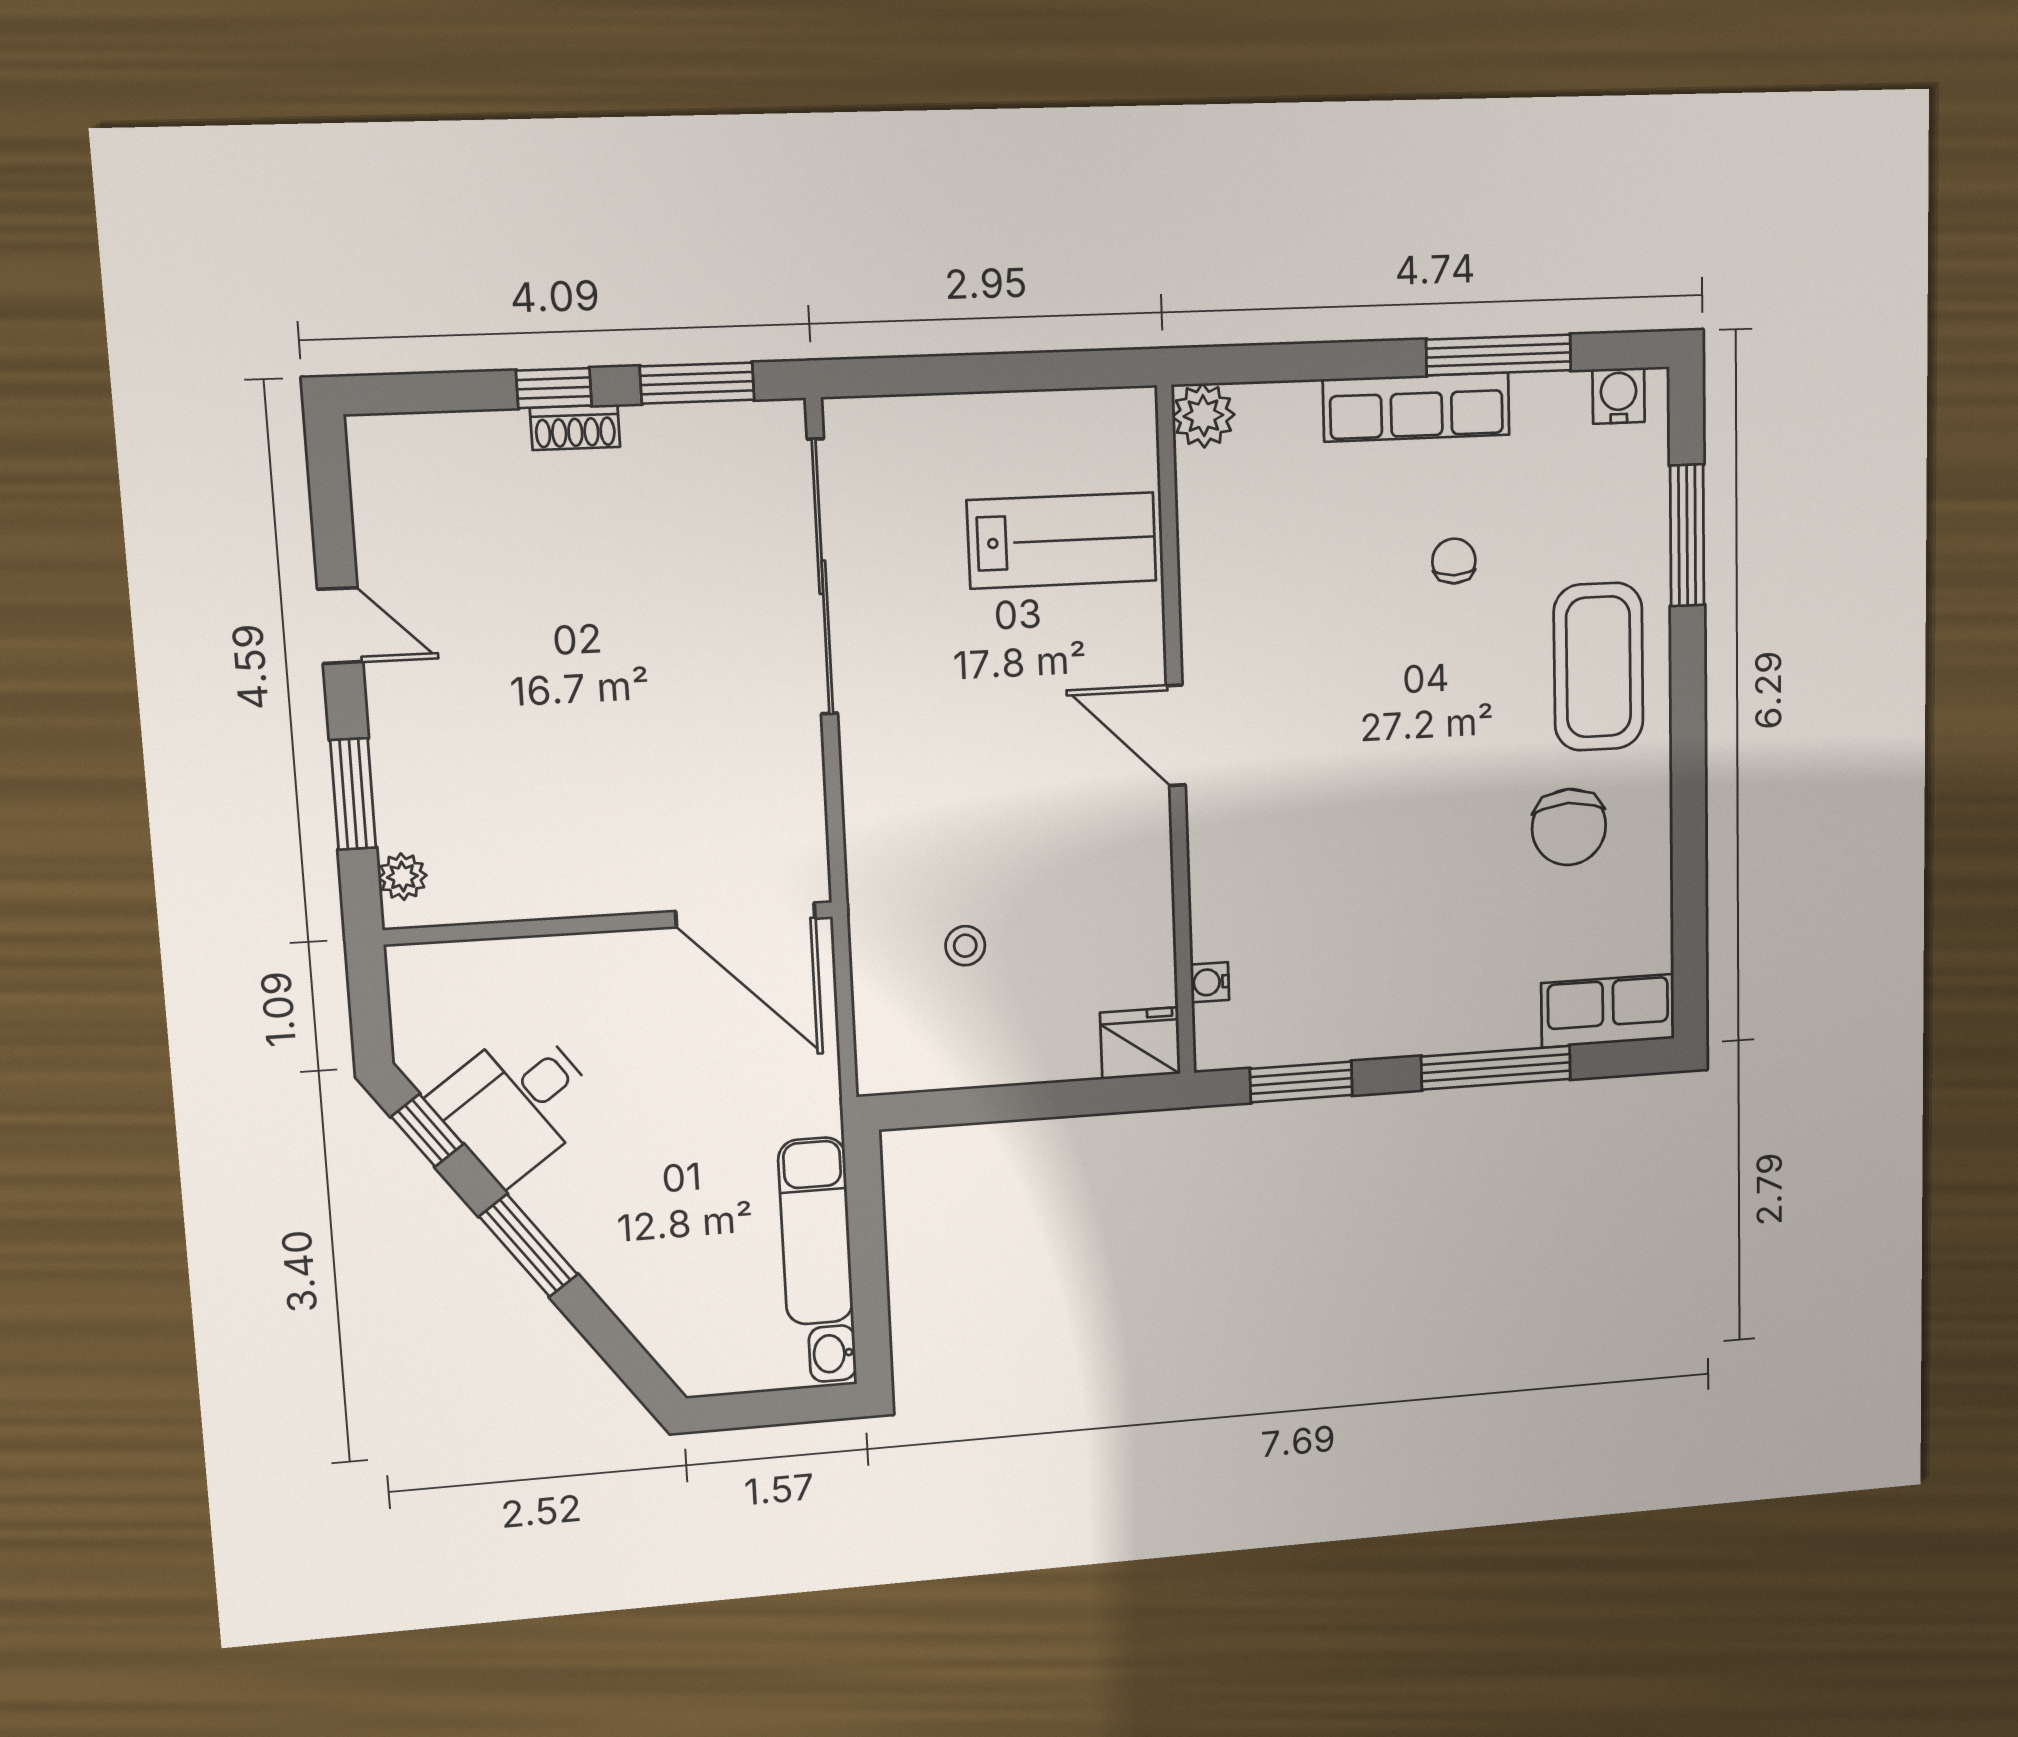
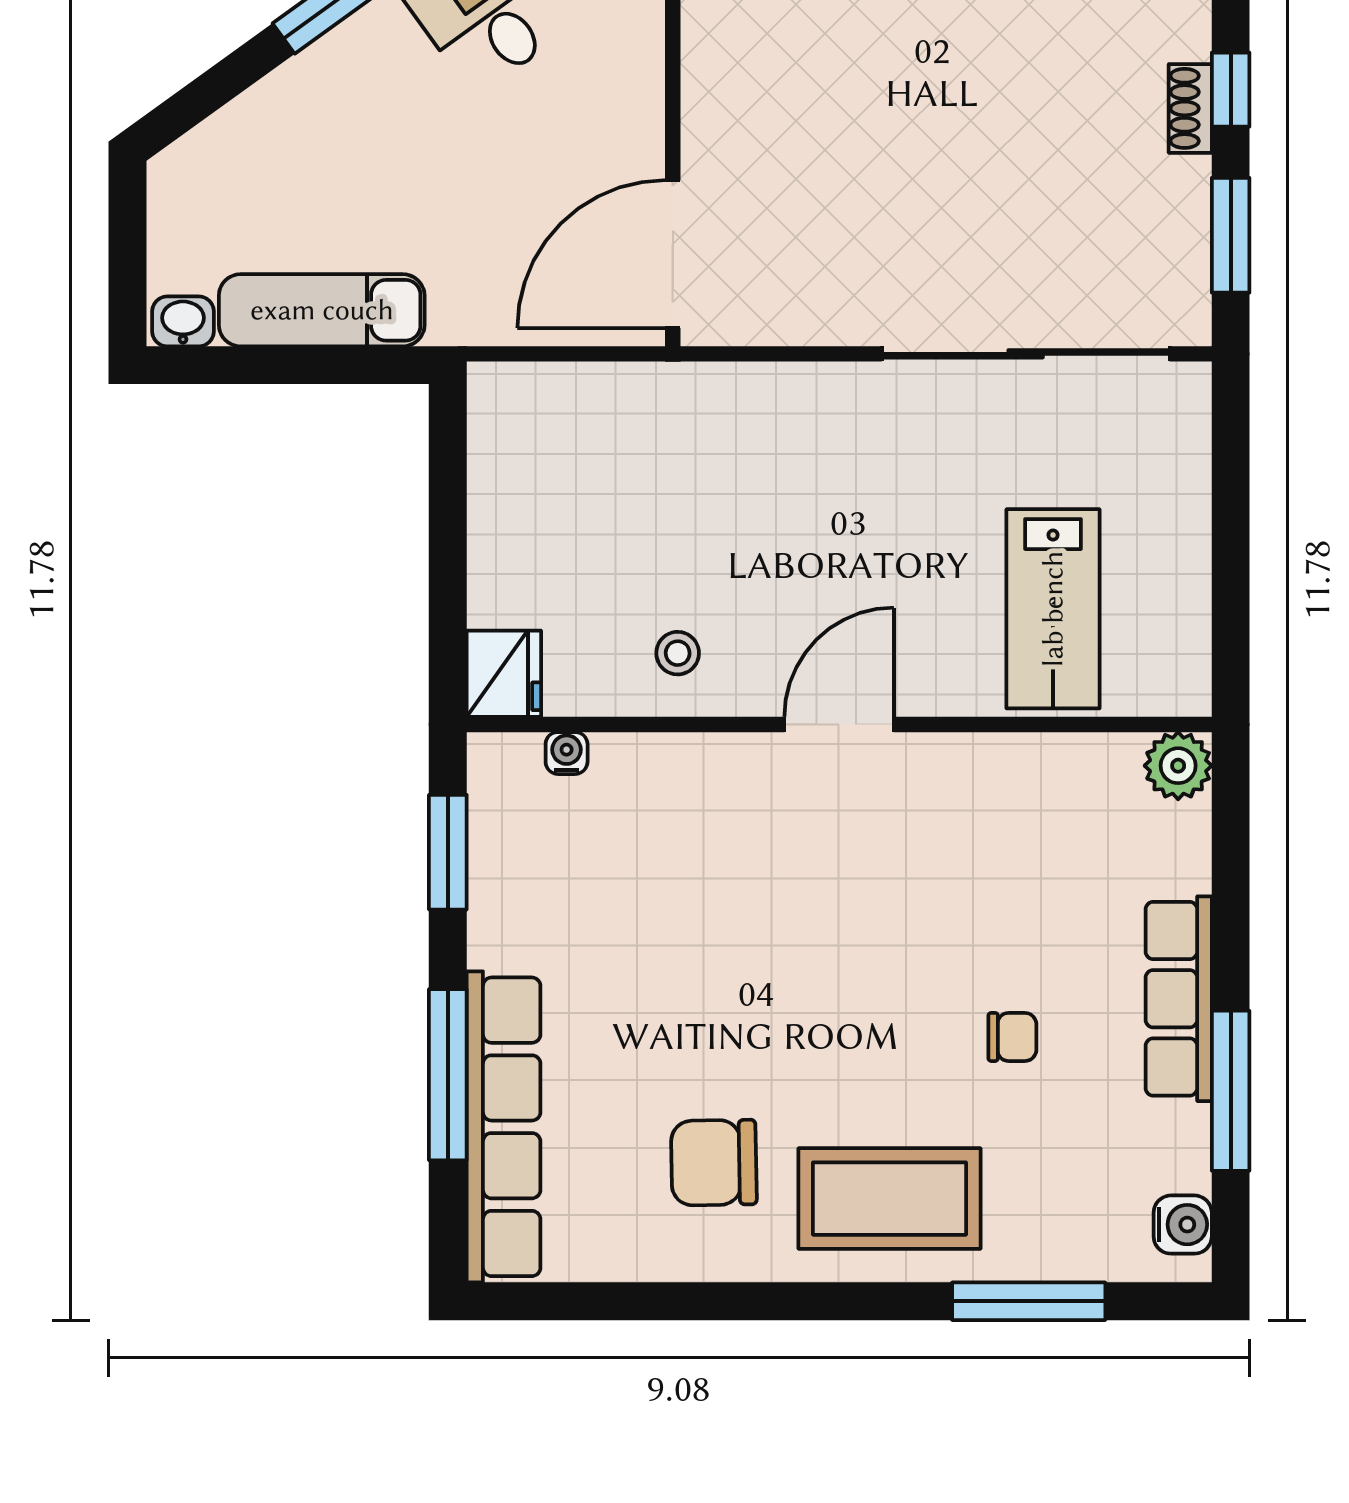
stool: (965, 946) -> (678, 653), moved
row of seats: (1608, 1011) -> (504, 1127), width x2.02

